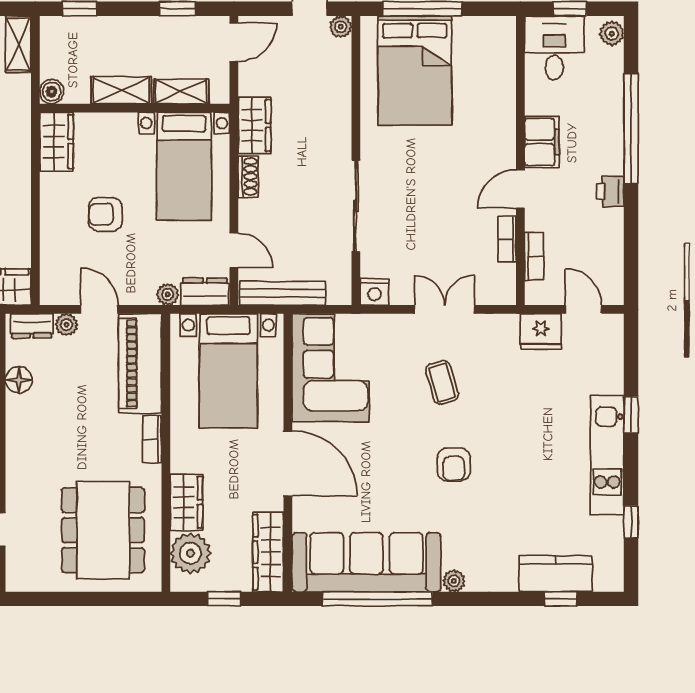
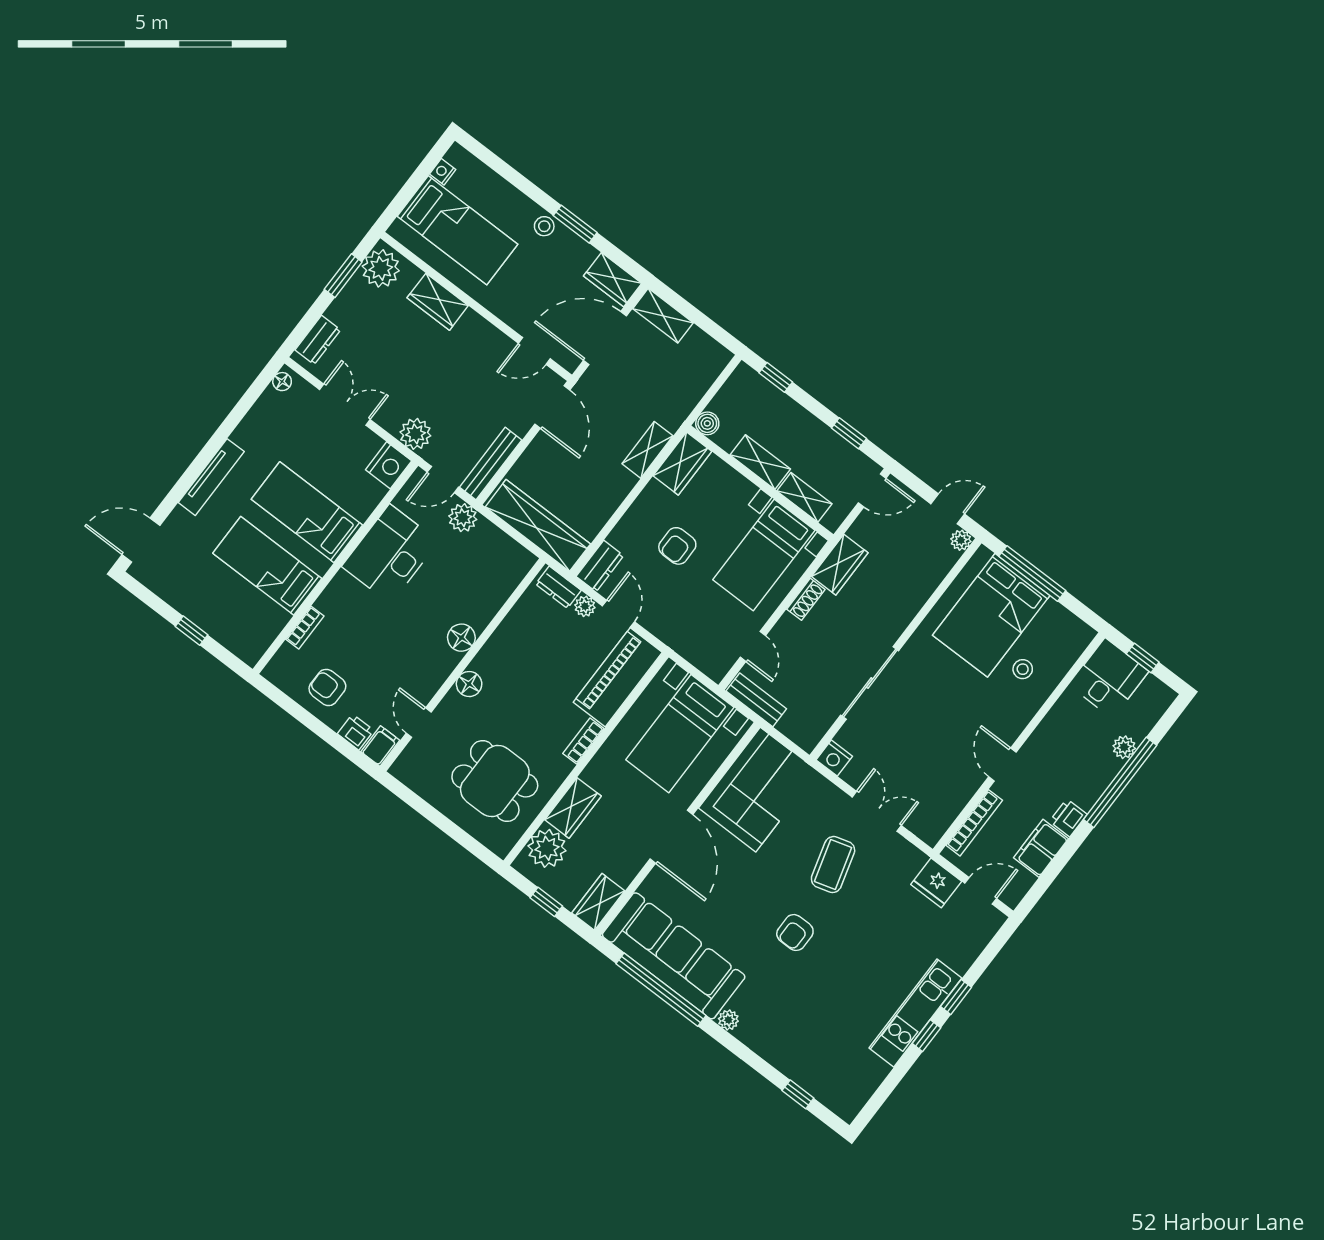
plant: (612, 34) -> (1124, 747), moved
shelving: (18, 44) -> (647, 450), moved
stool: (476, 96) -> (1023, 669), added
filing cabinet: (542, 142) -> (1041, 848), moved, turned 180
door: (520, 189) -> (1003, 764), hinge flipped
armchair: (105, 214) -> (677, 546), turned -90
bookcase: (507, 239) -> (964, 794), removed
bookcase: (534, 256) -> (974, 823), width x1.56
dresser: (205, 292) -> (600, 566), moved, turned 90
bench: (283, 293) -> (756, 700), width x0.73
plant: (168, 294) -> (678, 642), removed
door: (583, 309) -> (981, 891), hinge flipped
floor lamp: (19, 380) -> (469, 684), moved
coffee table: (442, 383) -> (833, 865), width x1.36, depth x1.30
window: (631, 522) -> (926, 1036), moved
dining table: (103, 530) -> (495, 781), width x0.73
wardrobe: (268, 552) -> (598, 902), width x0.67
kitchen counter: (556, 574) -> (809, 1073), removed

